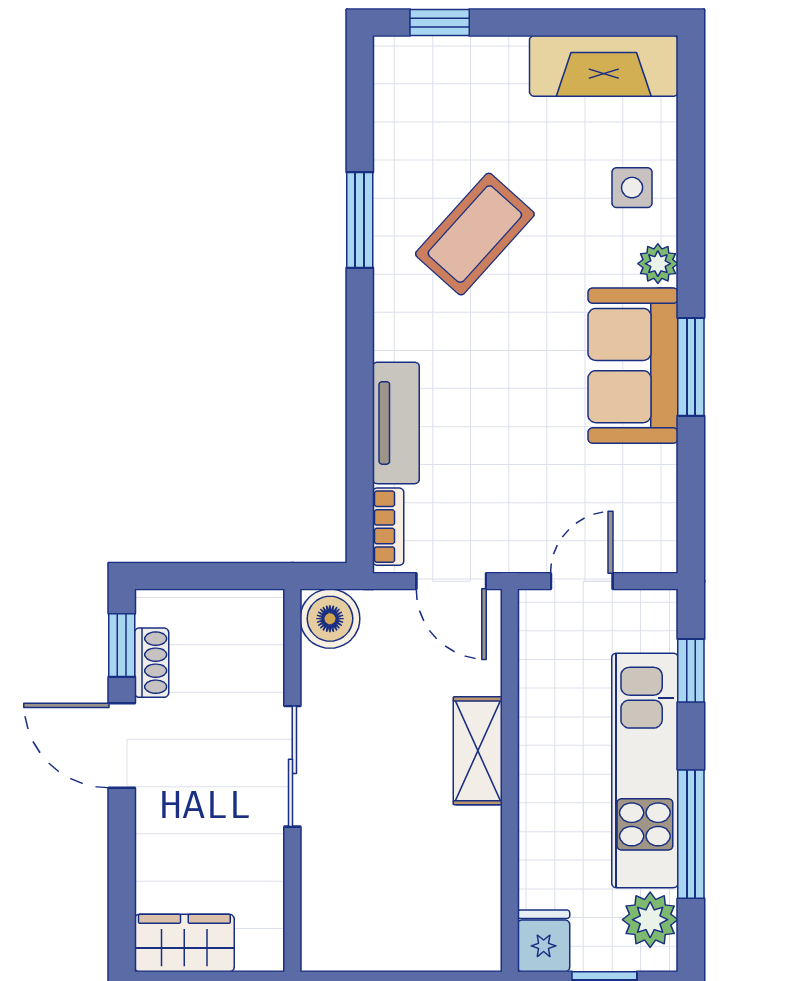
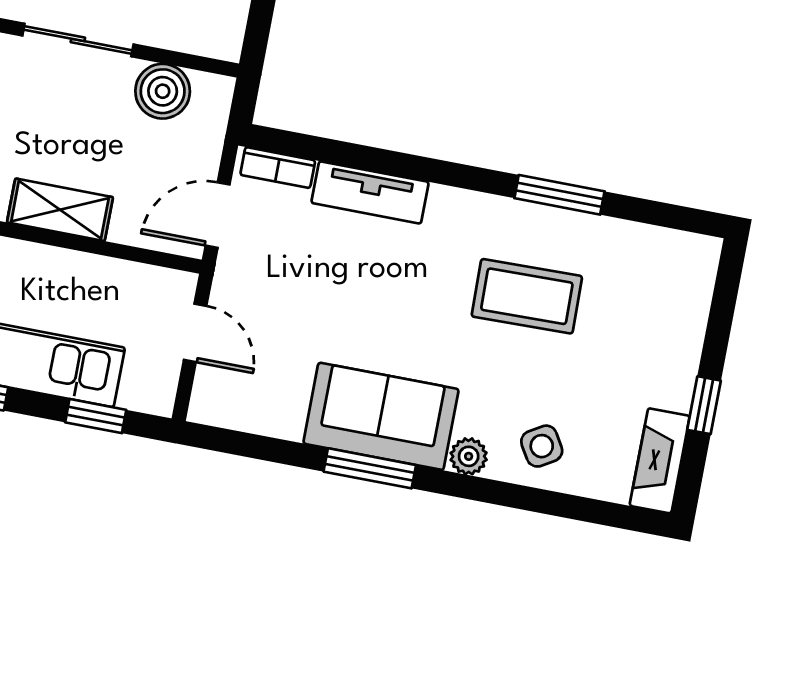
window: (440, 22) -> (704, 405), moved
fireplace: (604, 66) -> (660, 461), width x0.73, depth x0.76
side table: (632, 188) -> (542, 446), turned -31
coffee table: (475, 234) -> (527, 296), turned -43
boiler: (330, 619) -> (163, 91), moved

